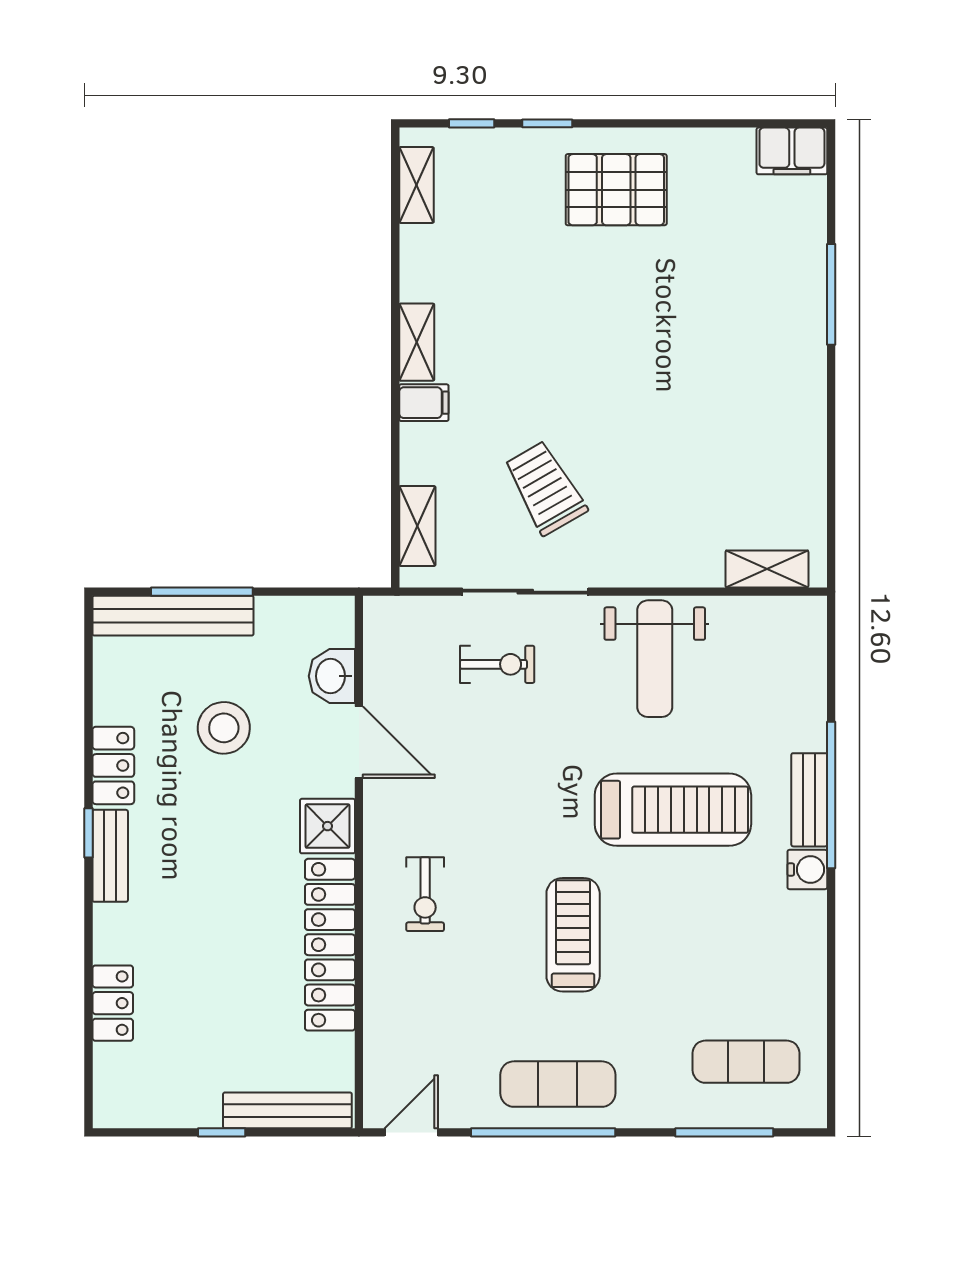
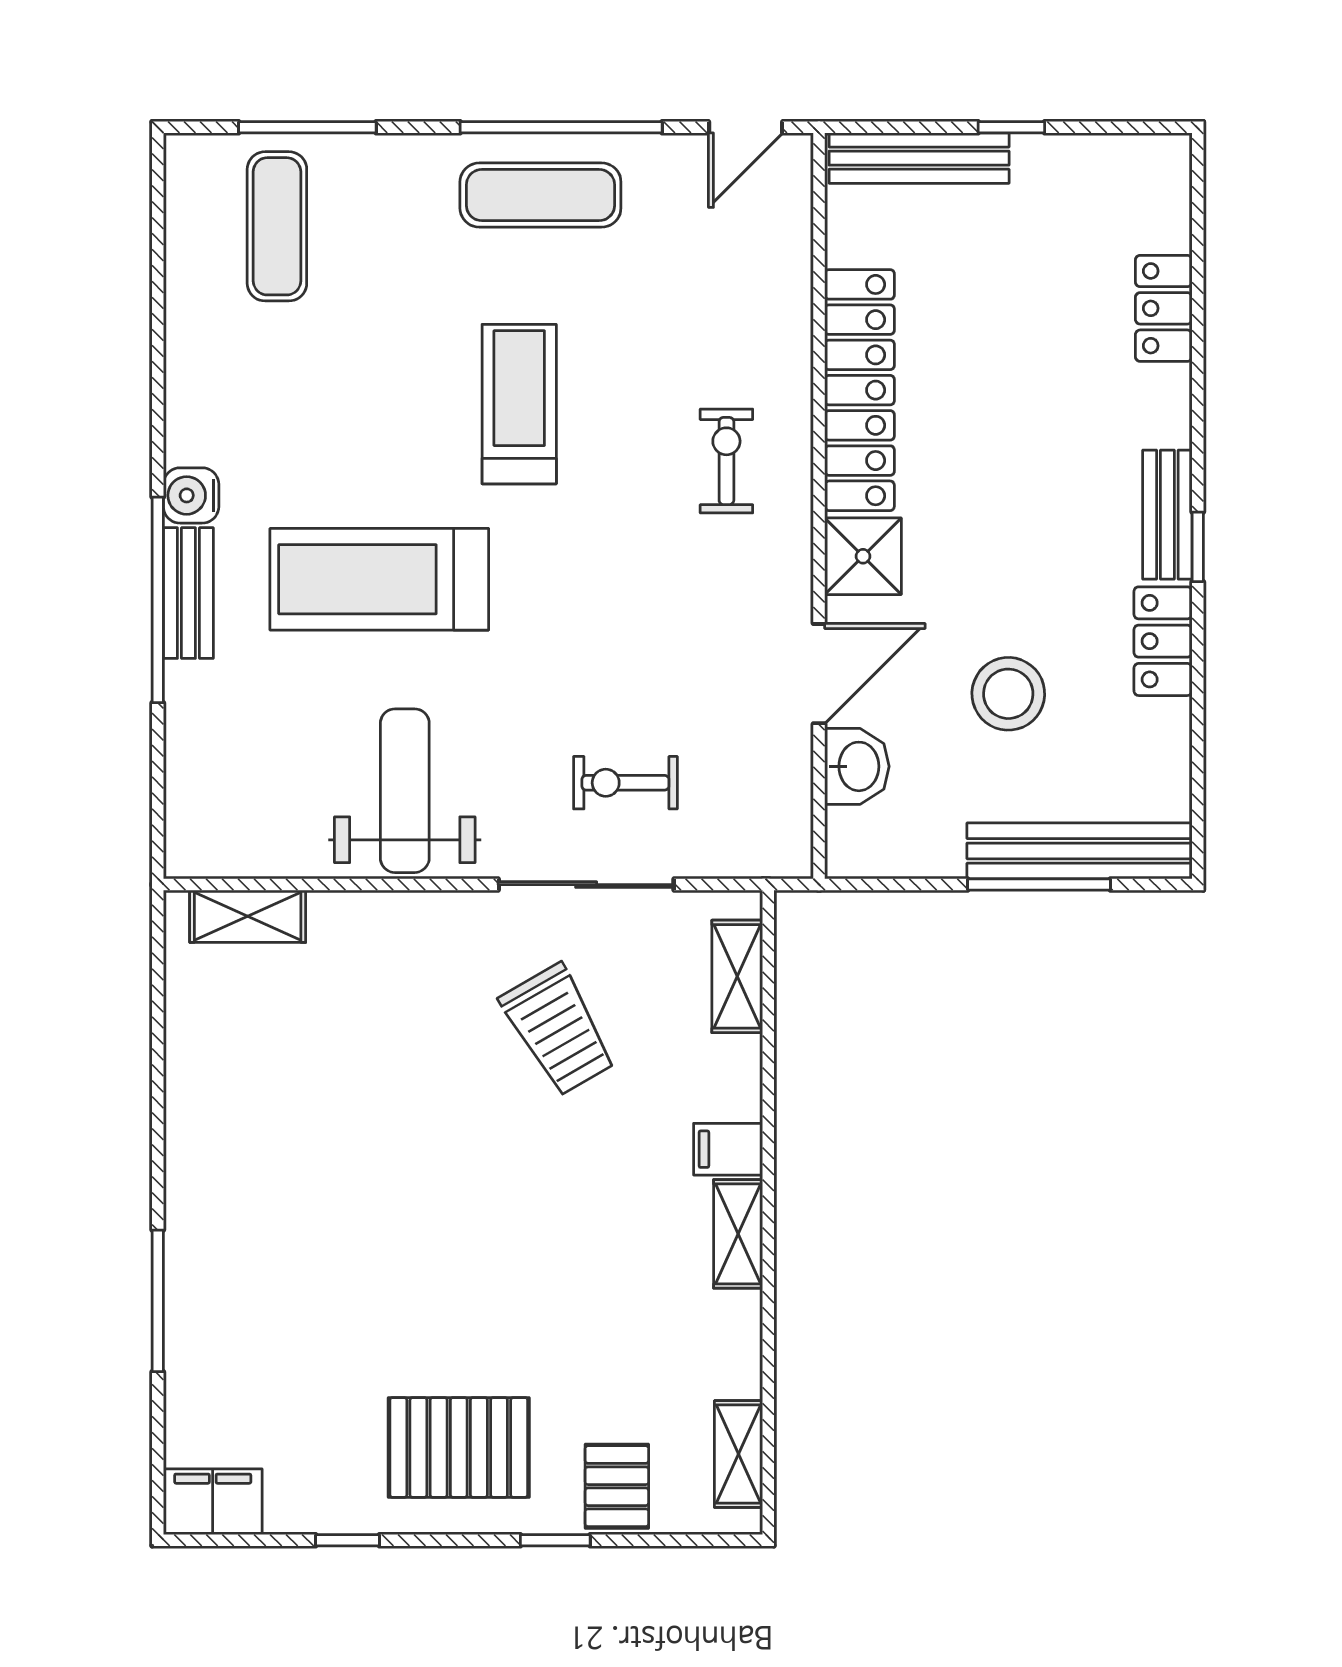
window: (472, 123) -> (348, 1540), moved
pallet: (503, 162) -> (617, 1486), added
door: (359, 742) -> (819, 674), swing flipped
treadmill: (573, 935) -> (519, 404), turned 180
exercise mat: (746, 1062) -> (277, 226), turned 90

